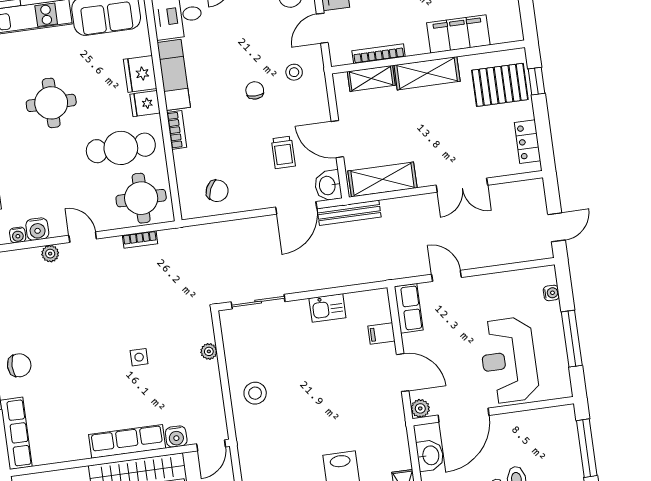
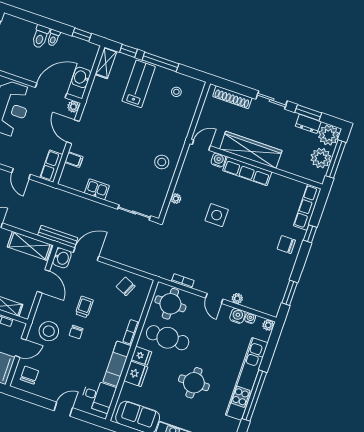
stool: (294, 72) -> (49, 331), width x1.89, depth x1.89
trolley: (283, 152) -> (84, 307), moved
side table: (139, 357) -> (217, 215), width x1.87, depth x1.87

